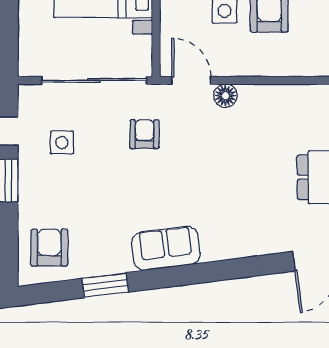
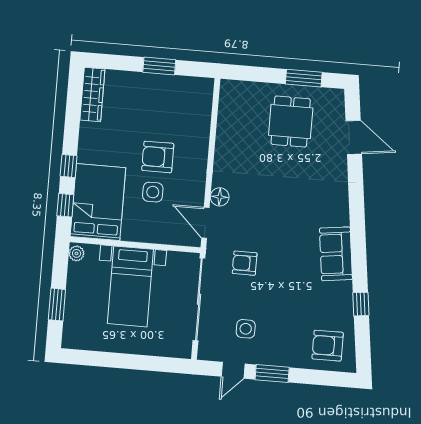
door: (191, 80) -> (205, 223), hinge flipped
window: (105, 285) -> (361, 304), width x0.67

